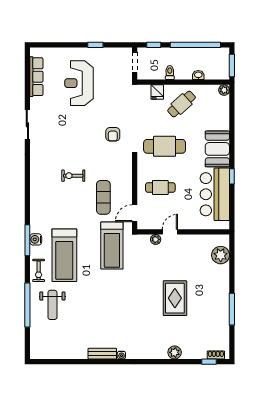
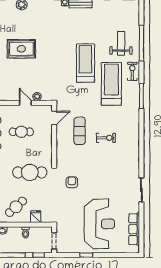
reception desk: (79, 83) -> (99, 224), width x1.36, depth x1.30
exercise bike: (73, 176) -> (106, 138), moved
cafe table: (160, 188) -> (21, 132), moved
door: (170, 232) -> (25, 103), swing flipped
water cooler: (36, 239) -> (135, 97), removed
treadmill: (112, 246) -> (85, 63), moved
rug: (175, 298) -> (21, 49), turned 90

